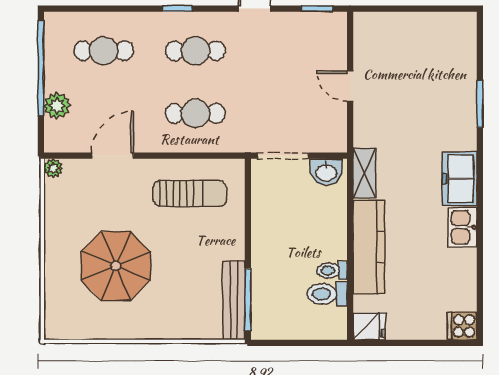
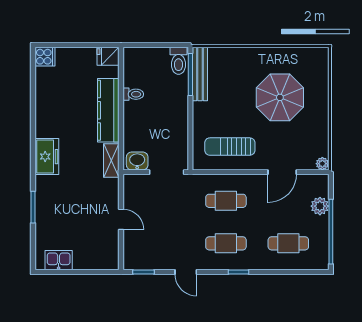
kitchen sink: (462, 227) -> (59, 260), moved, turned -90
toilet: (327, 294) -> (178, 61), moved, turned 90

